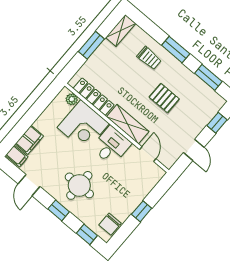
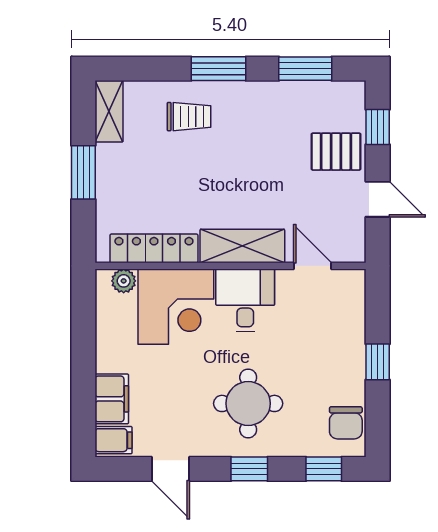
pallet: (164, 98) -> (336, 152), moved

